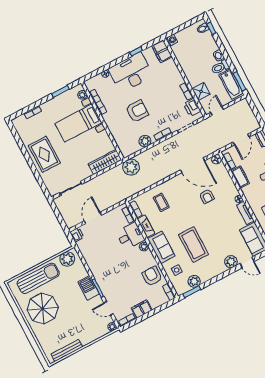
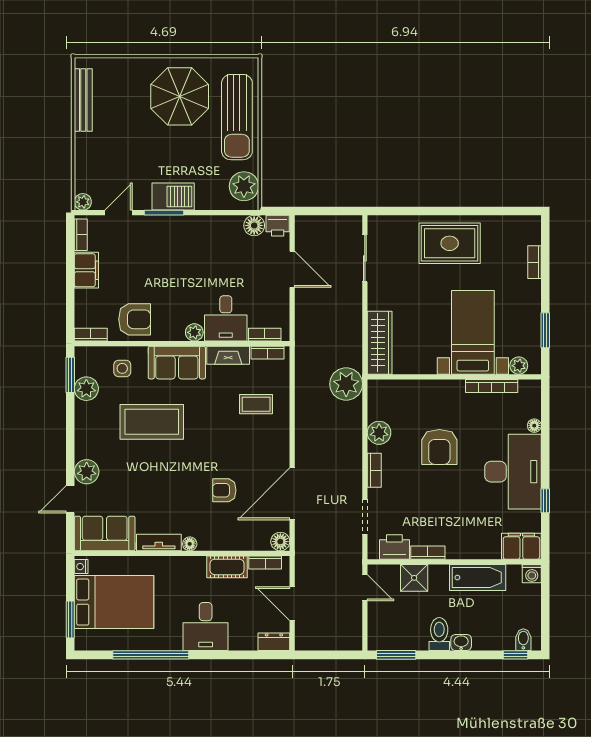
bathtub: (231, 84) -> (478, 577), moved, turned 180
floor lamp: (82, 245) -> (254, 225), added

